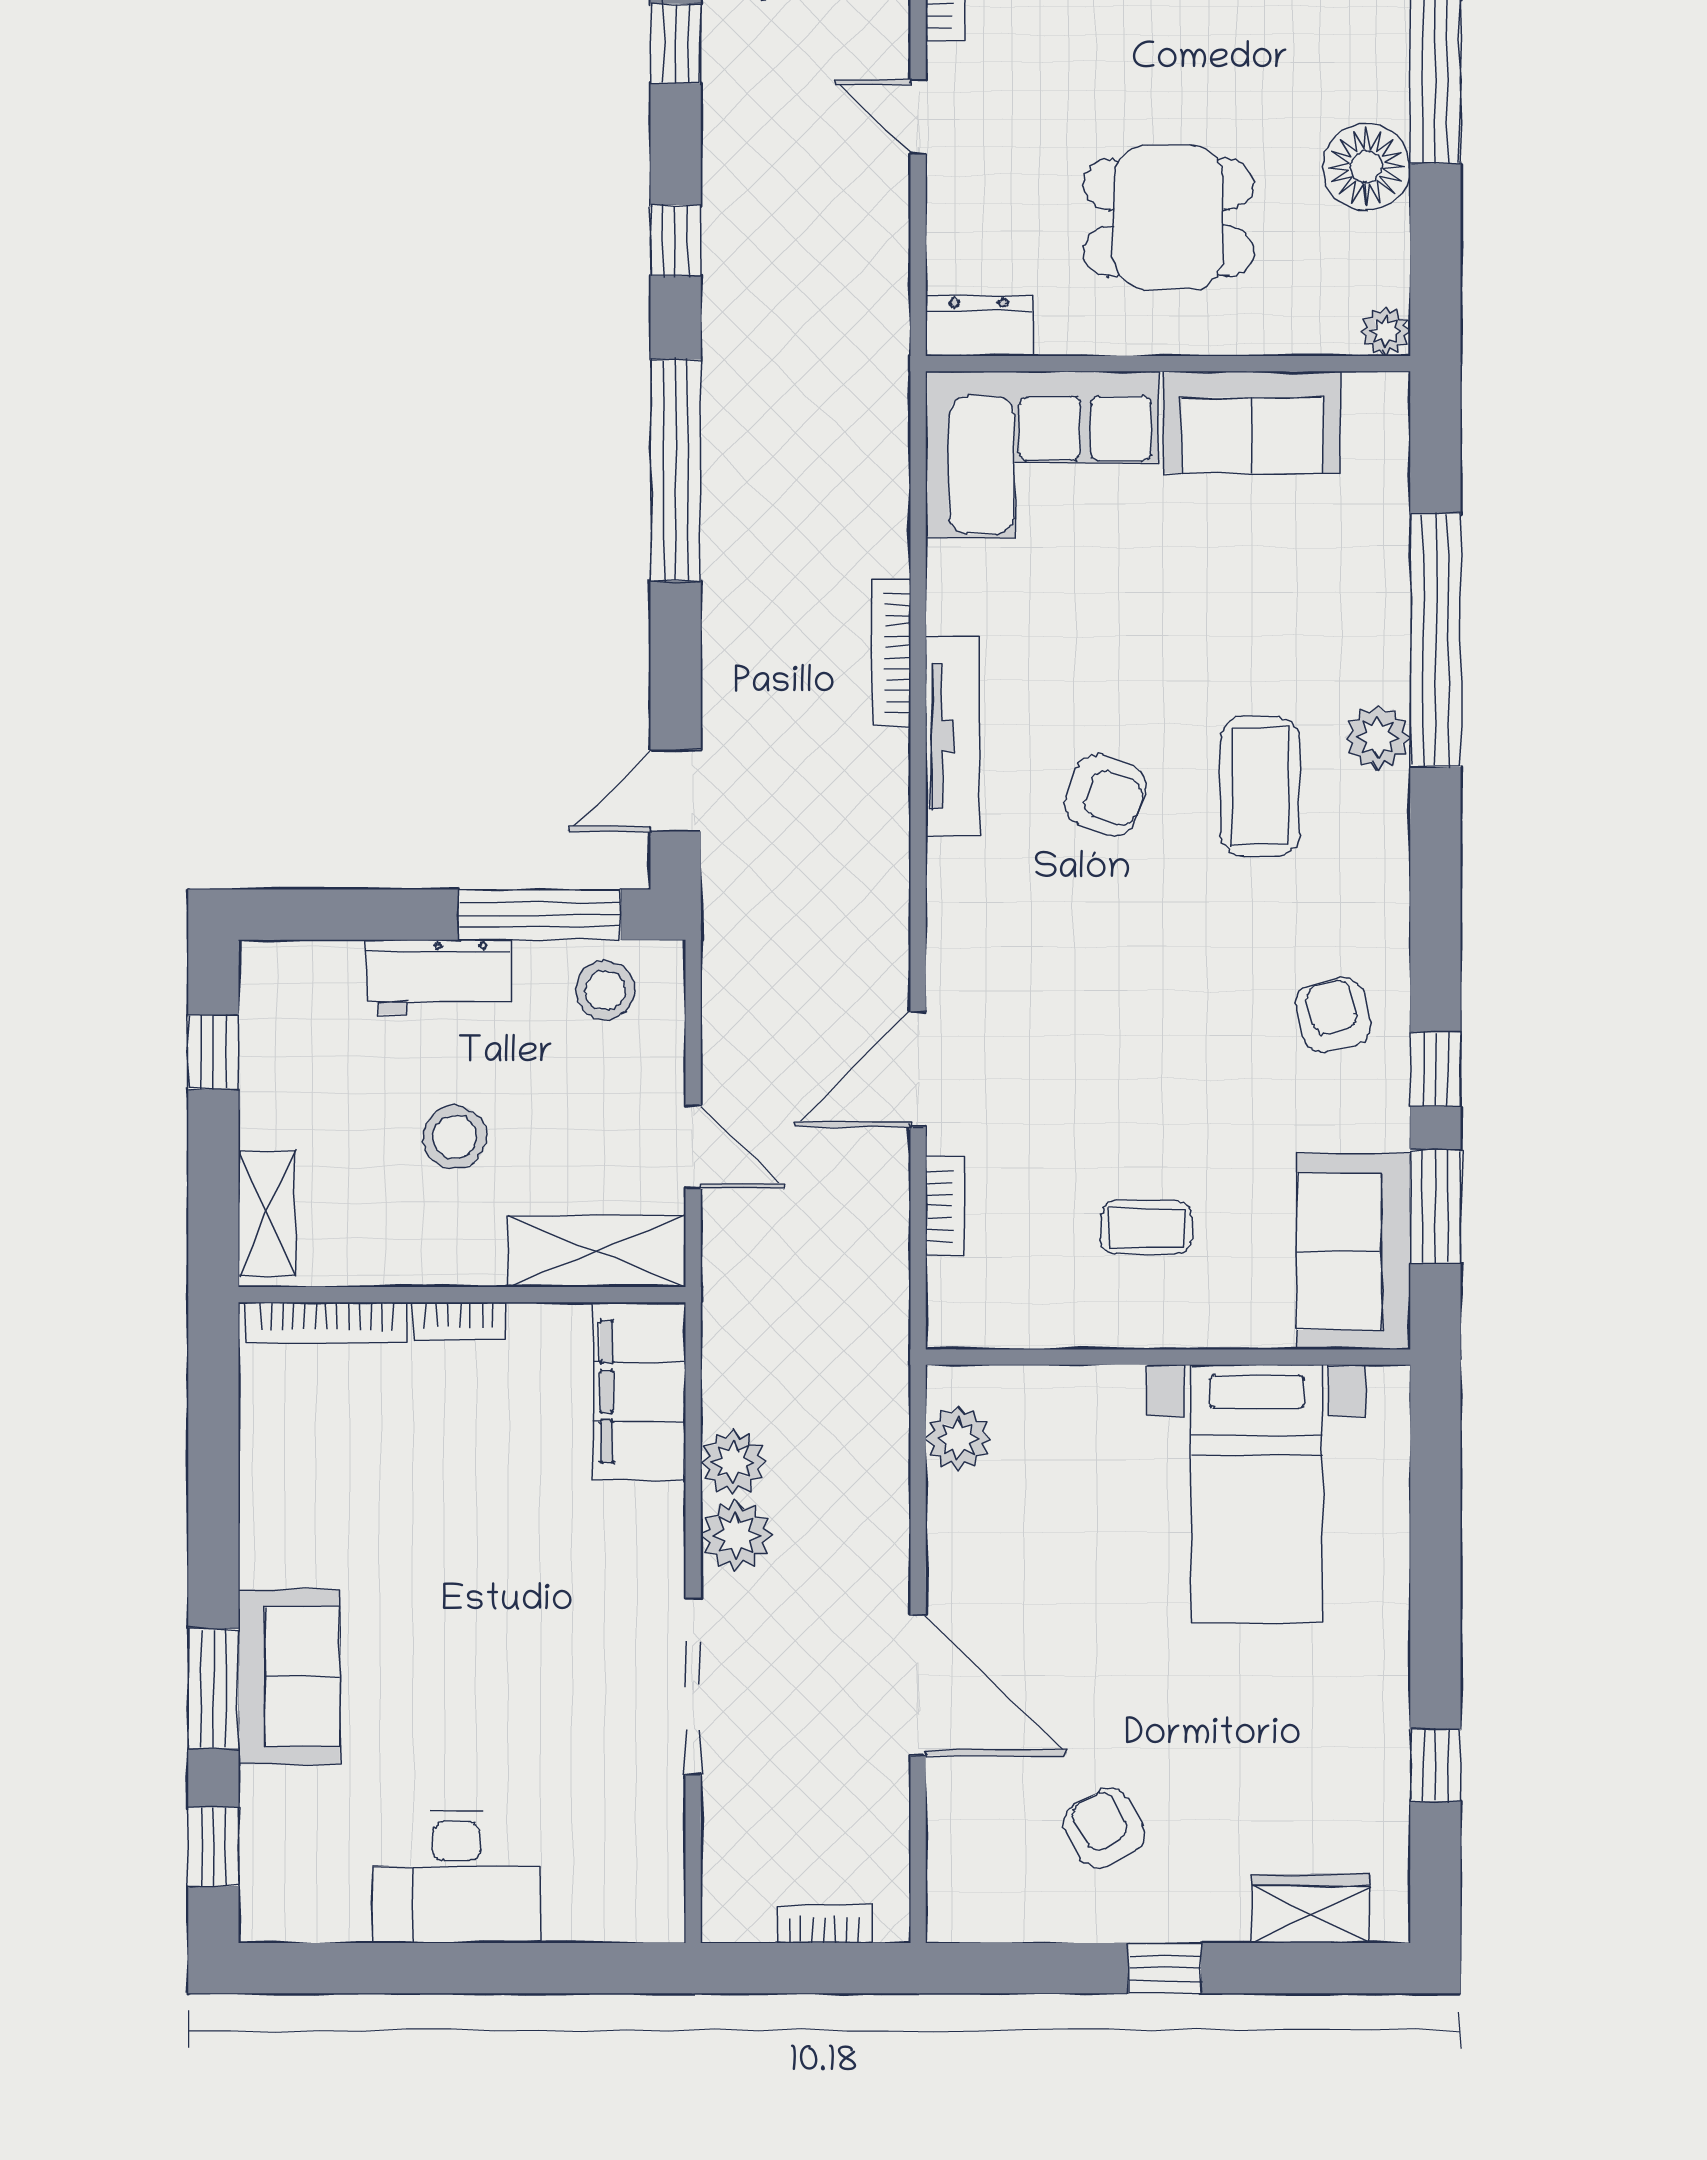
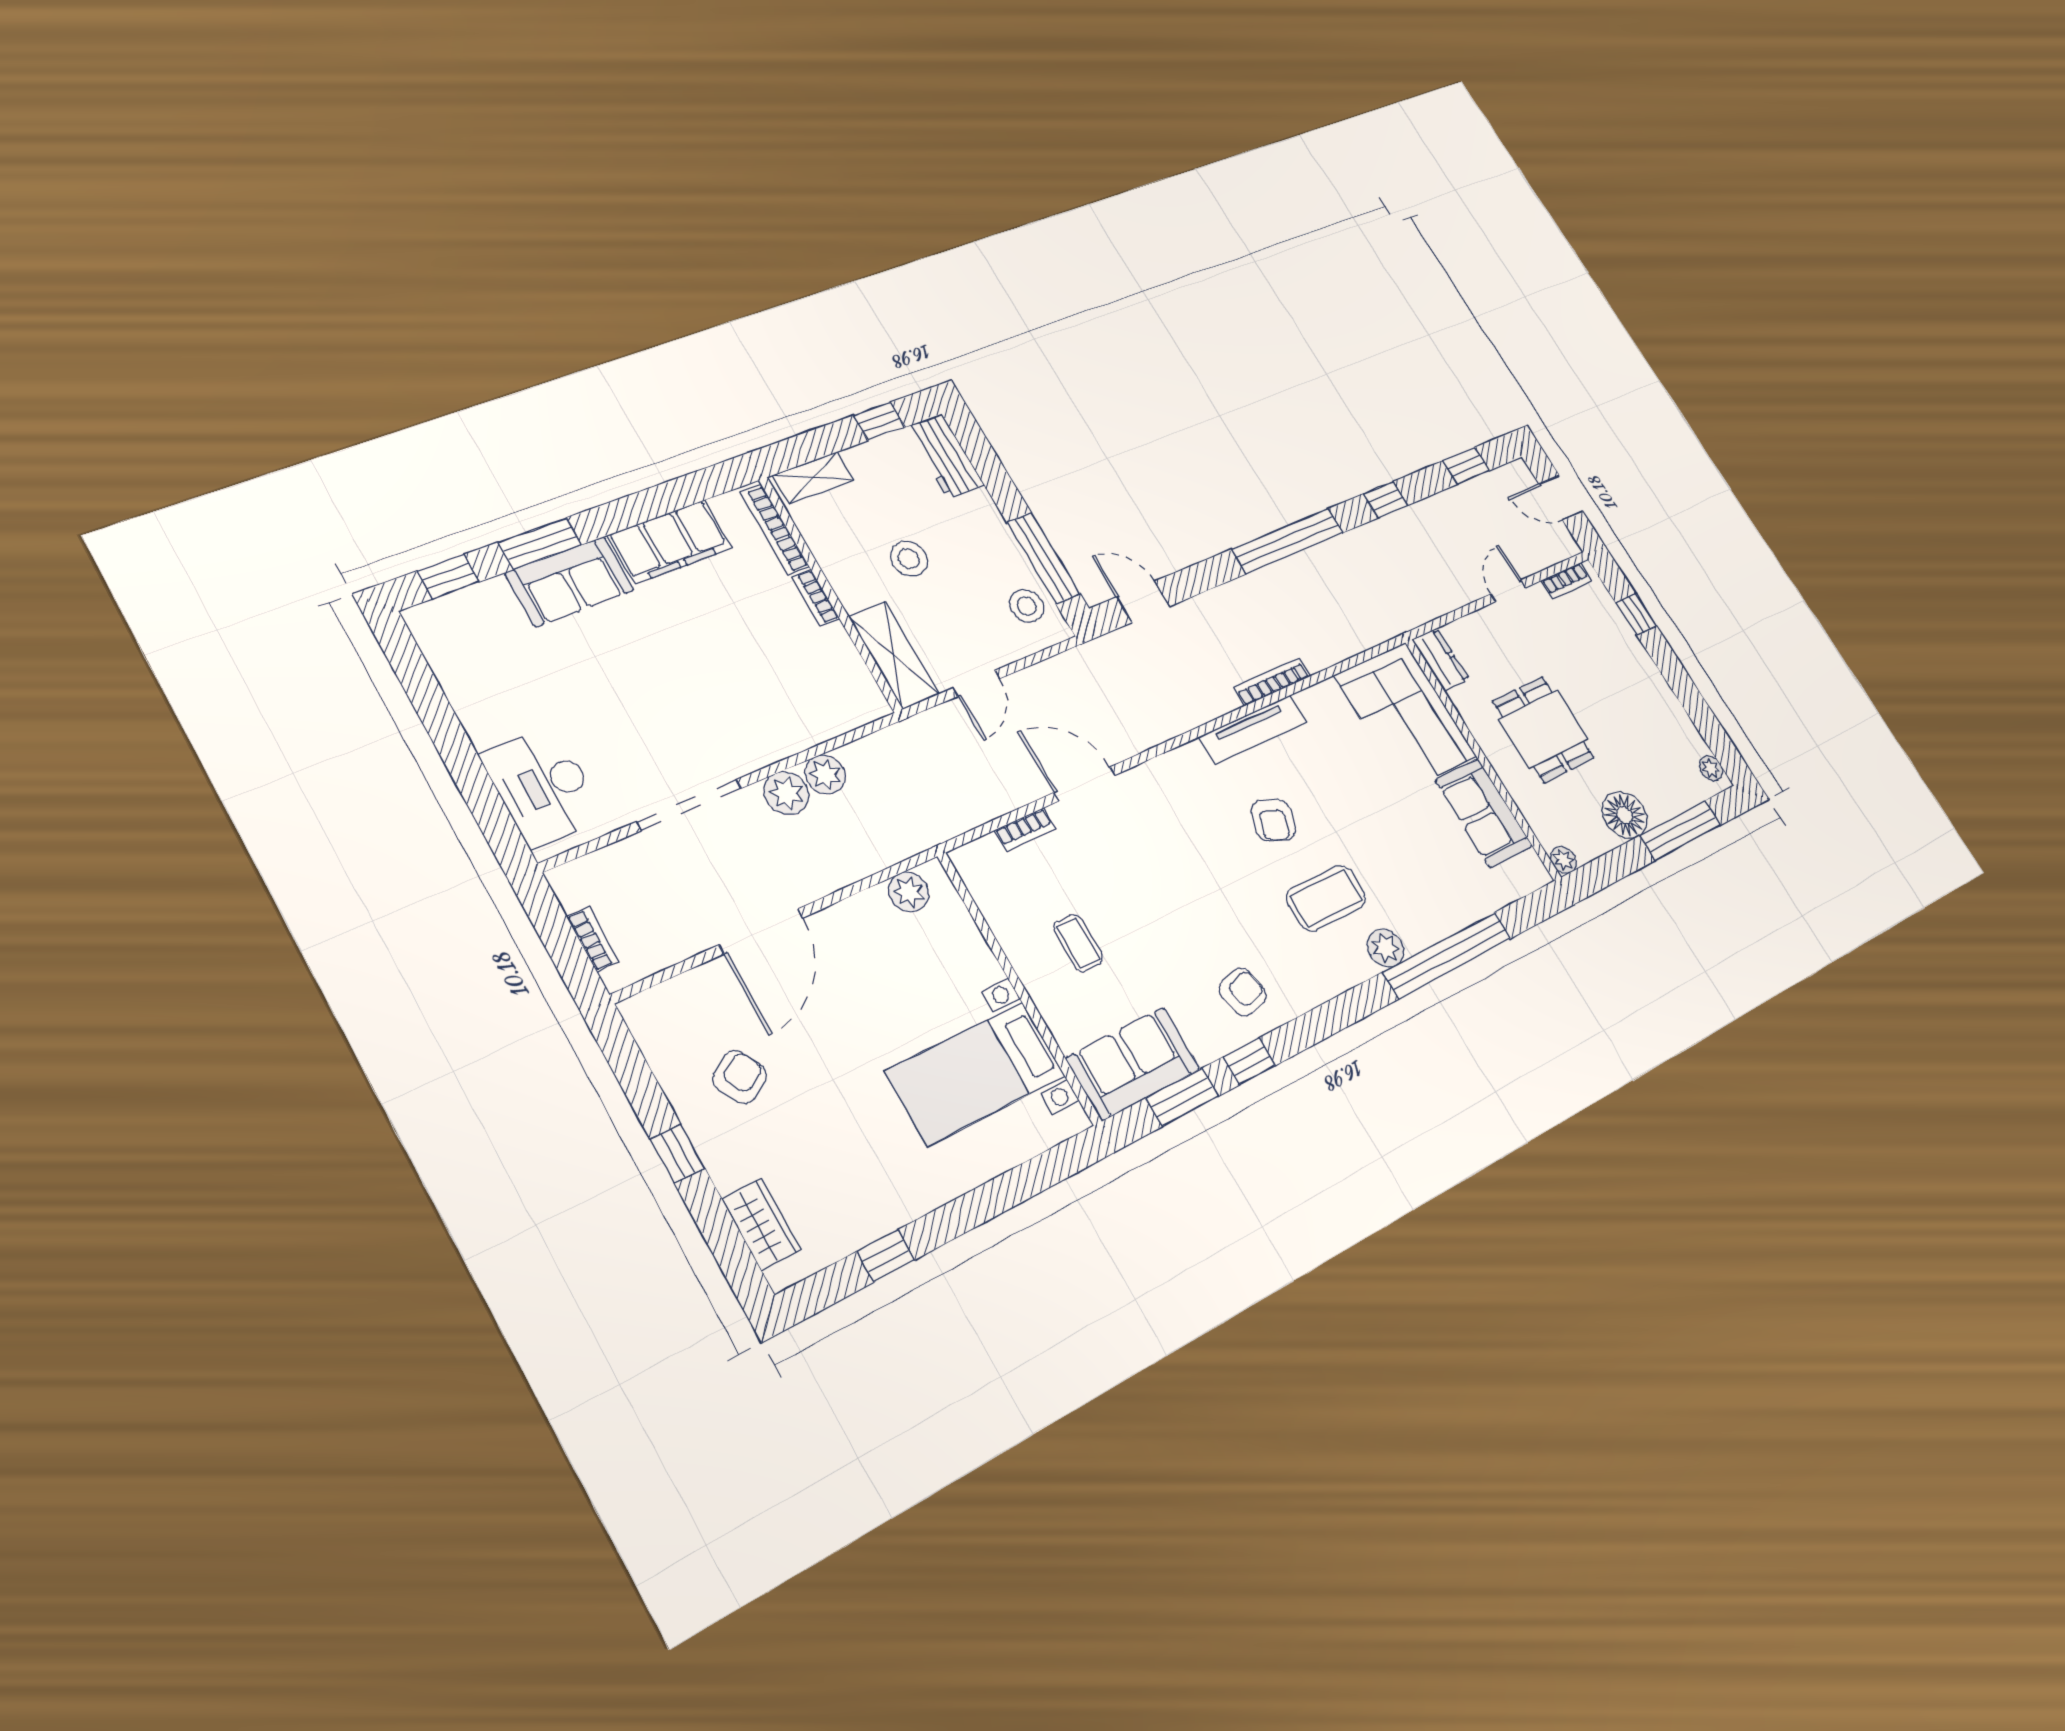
workbench: (439, 977) -> (945, 456), moved
filing cabinet: (639, 1392) -> (670, 542), moved, turned 180
desk: (457, 1877) -> (543, 786), moved

